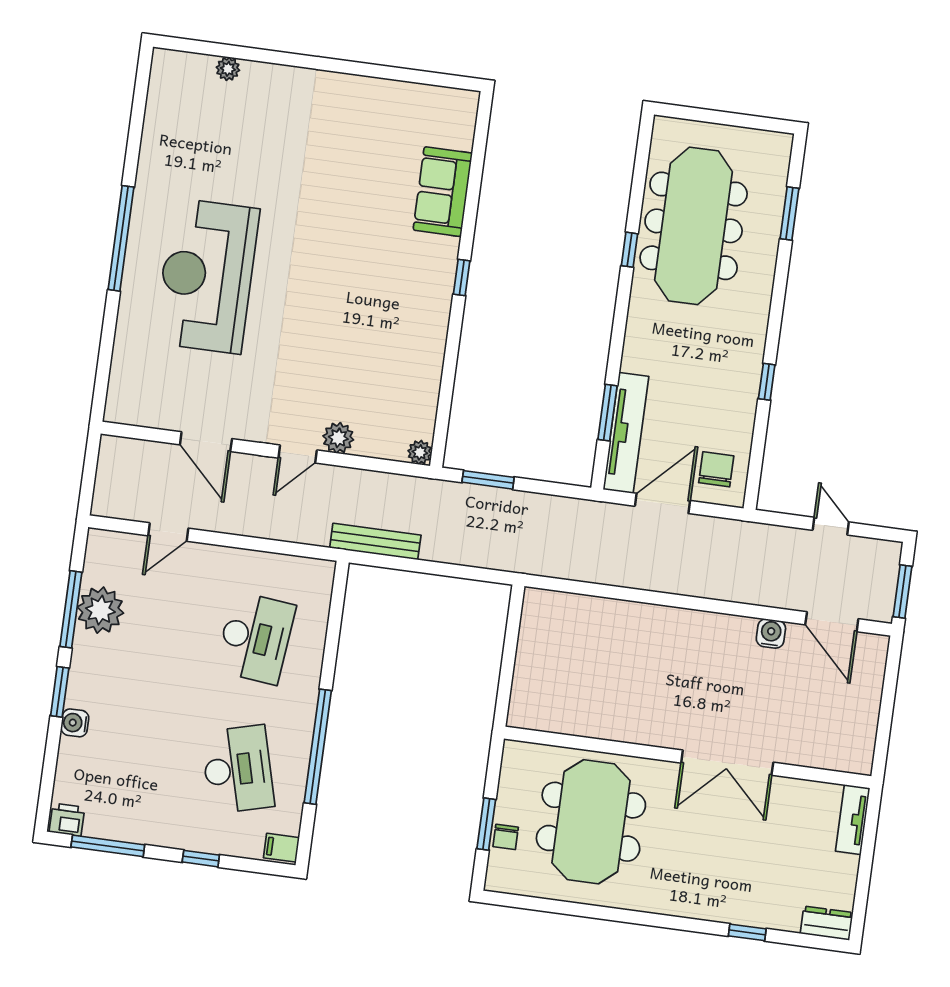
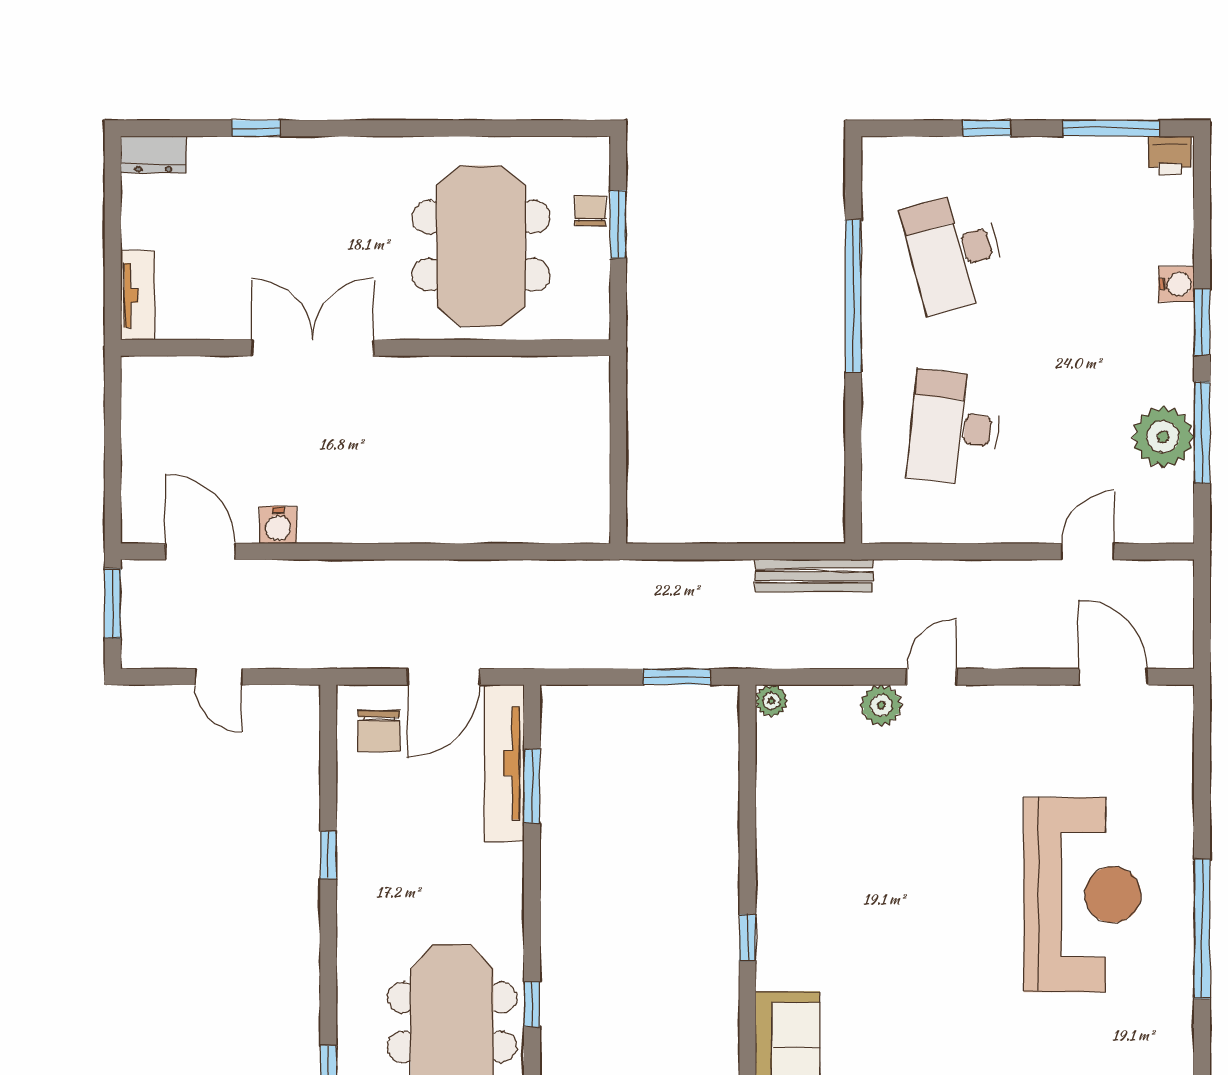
door: (206, 442) -> (1113, 677), moved
filing cabinet: (281, 848) -> (883, 157), removed

